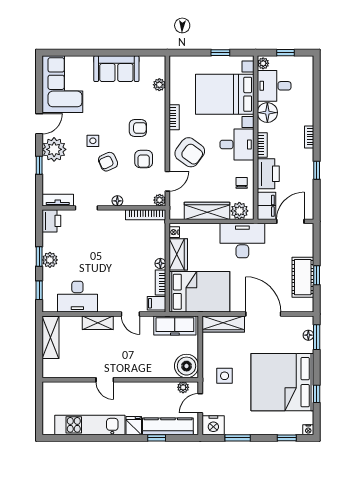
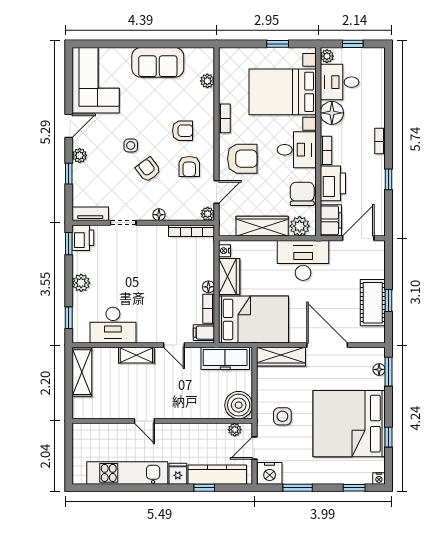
plant: (54, 149) -> (80, 155), width x0.53, depth x0.53
armchair: (190, 152) -> (242, 159), turned -36
armchair: (108, 162) -> (148, 170), turned 77
chair: (242, 183) -> (302, 194), width x1.87, depth x1.87
window: (39, 257) -> (69, 244), moved

